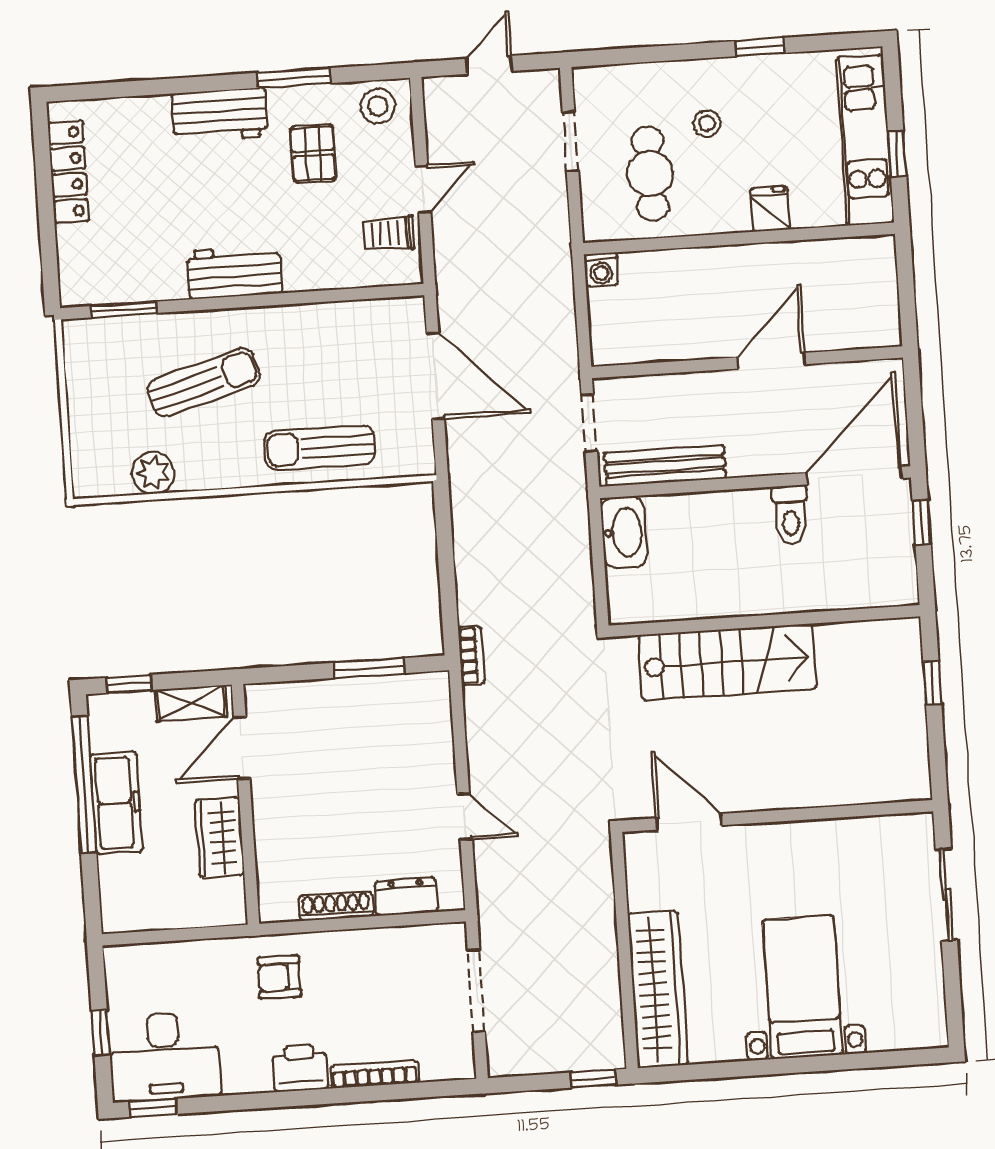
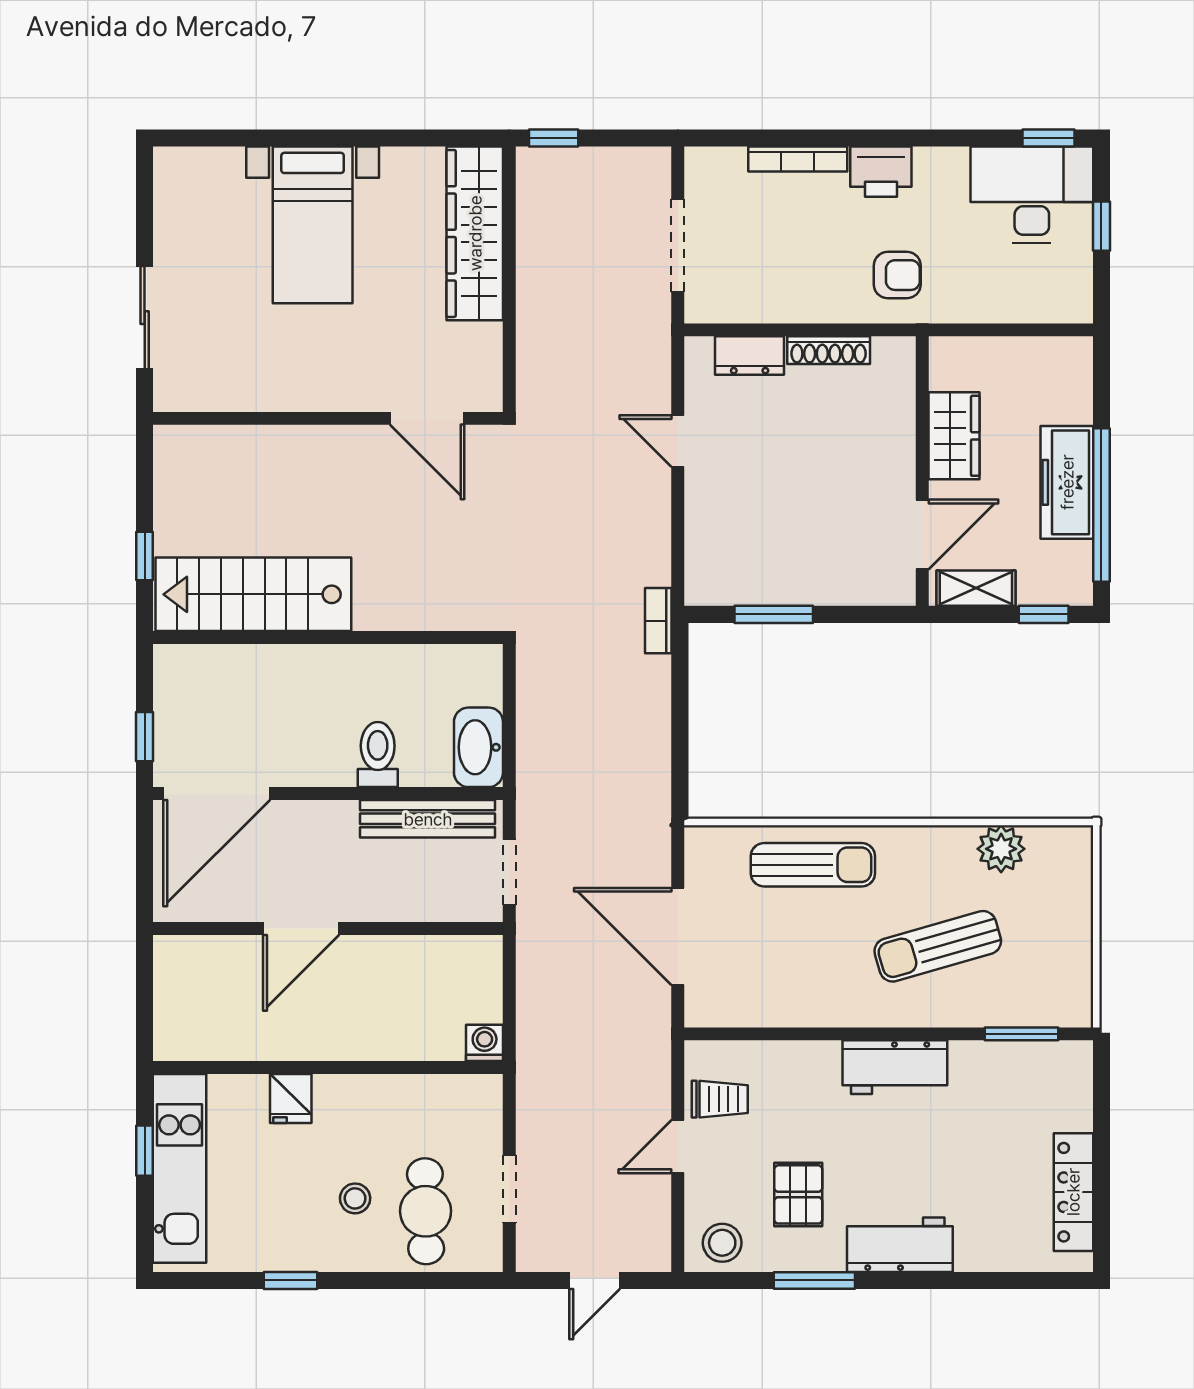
cafe table: (650, 174) -> (426, 1211), moved
toilet: (790, 515) -> (378, 754), moved
stairs: (727, 662) -> (253, 594), moved

